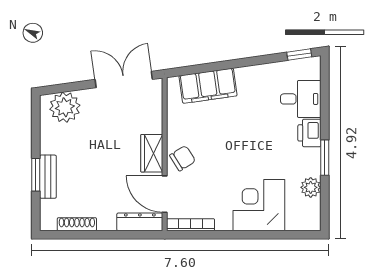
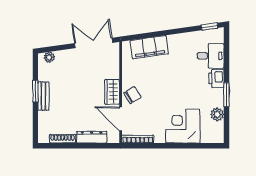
plant: (65, 107) -> (49, 57), width x0.53, depth x0.53
window: (36, 175) -> (35, 91), moved
bench: (48, 177) -> (43, 96), moved
dresser: (140, 222) -> (92, 137), moved

